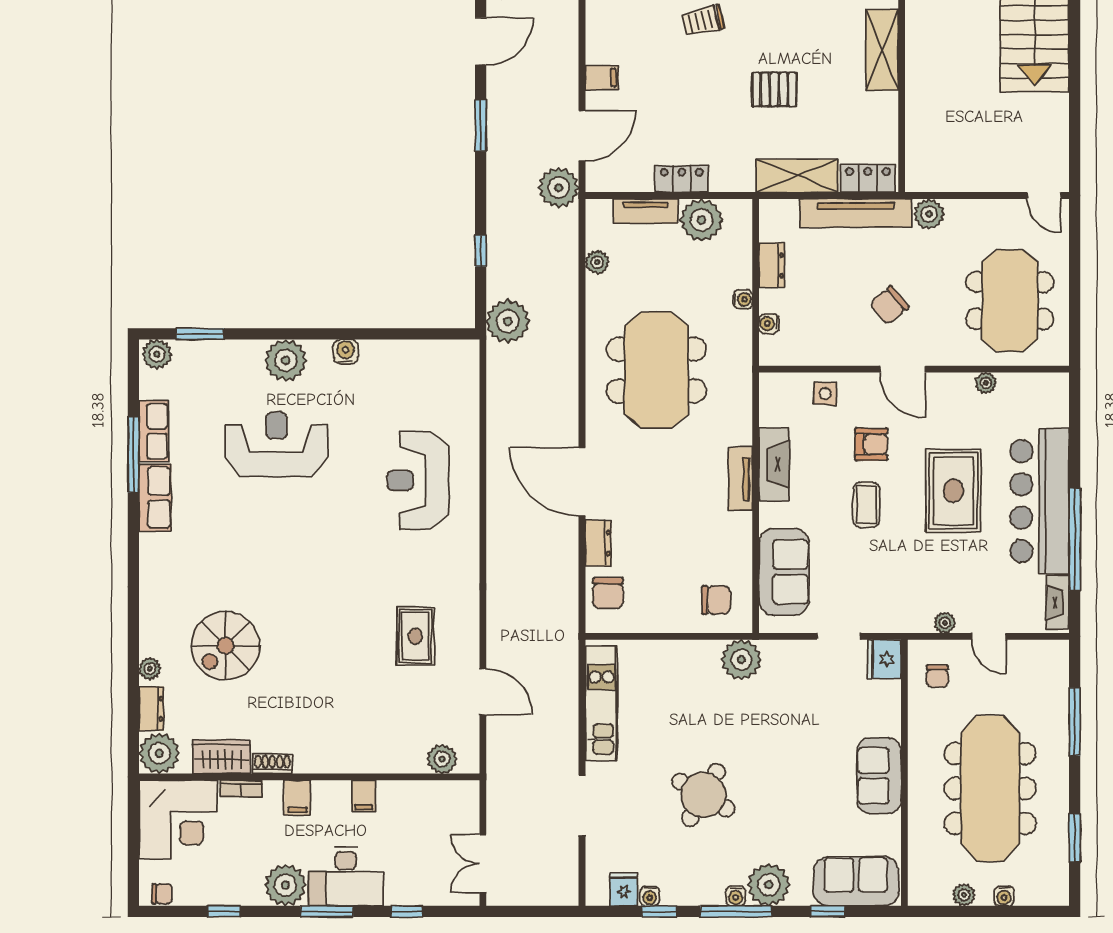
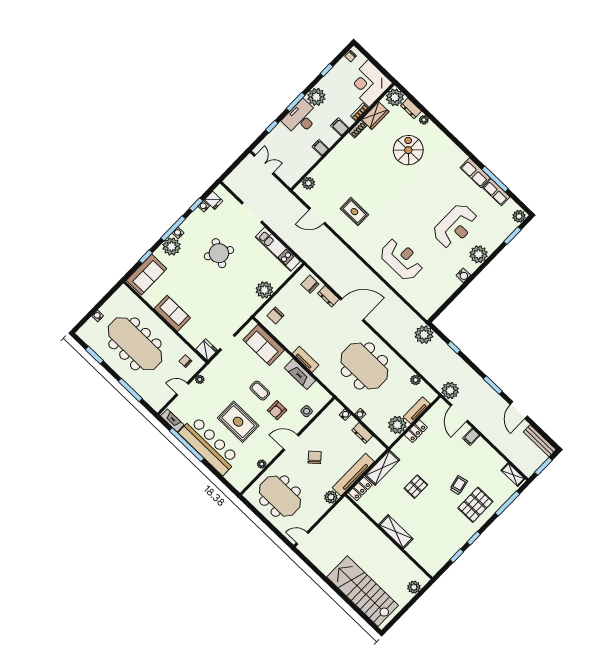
plant: (741, 660) -> (264, 290), moved
plant: (964, 895) -> (110, 304), removed

